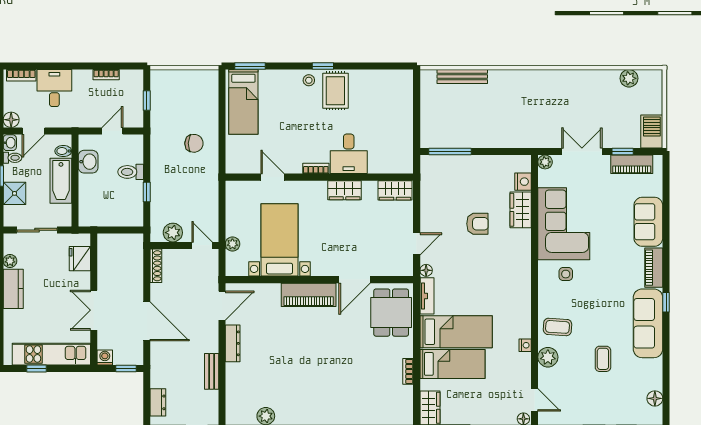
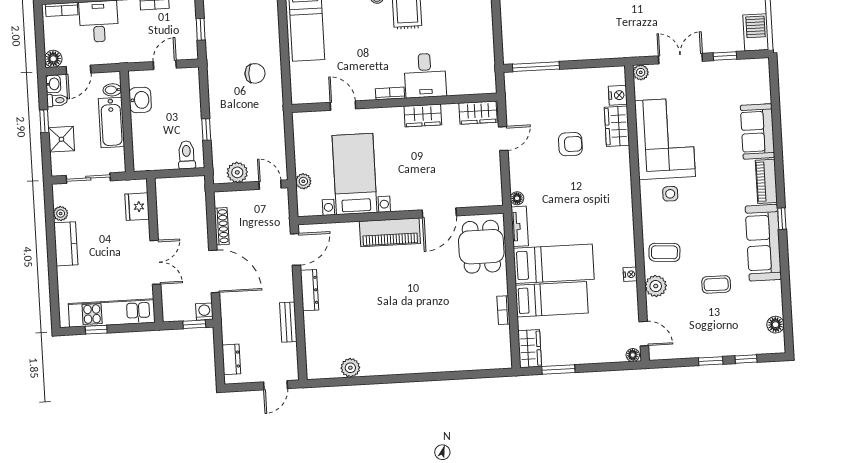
piano: (632, 164) -> (736, 70), removed
toilet: (131, 172) -> (187, 155), moved, turned 90
door: (417, 244) -> (503, 139), moved
shoe rack: (156, 266) -> (222, 226), moved
double door: (94, 310) -> (155, 262), swing flipped
washing machine: (105, 357) -> (204, 312), moved
coffee table: (603, 359) -> (716, 284), turned 90

